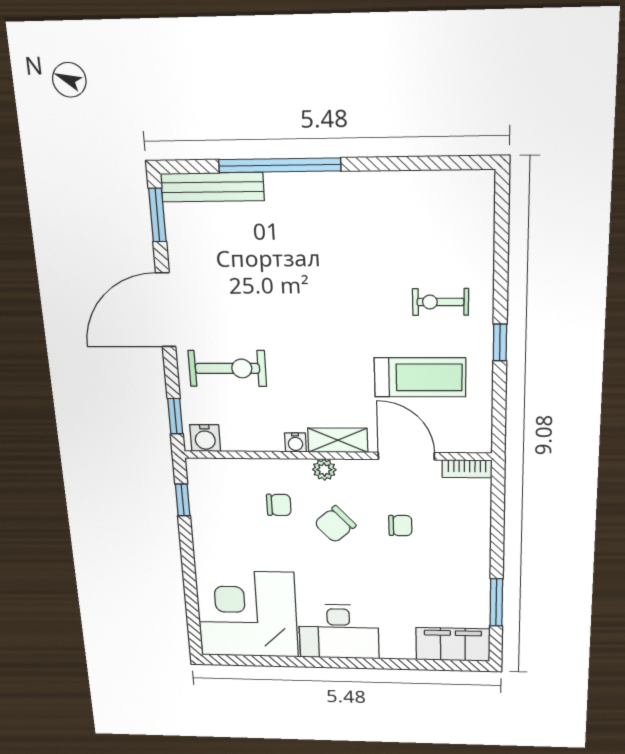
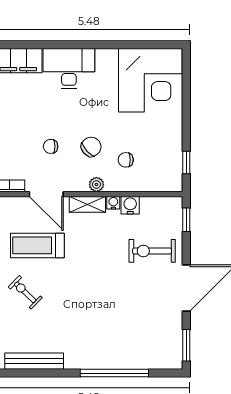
bench: (212, 187) -> (34, 361), moved
exercise bike: (440, 302) -> (25, 292), turned -136
water cooler: (205, 438) -> (130, 205), moved
desk: (339, 631) -> (69, 69), moved

